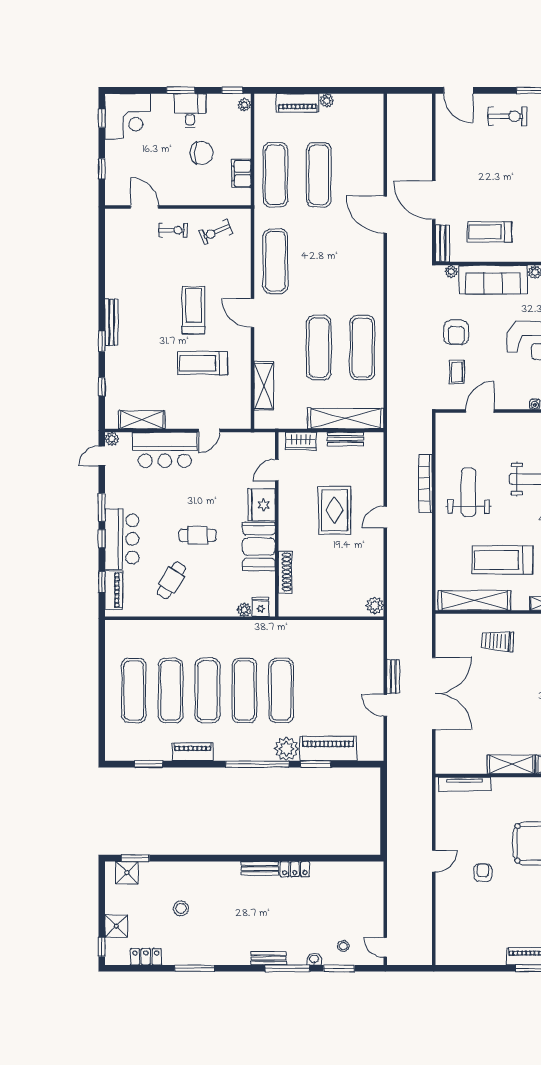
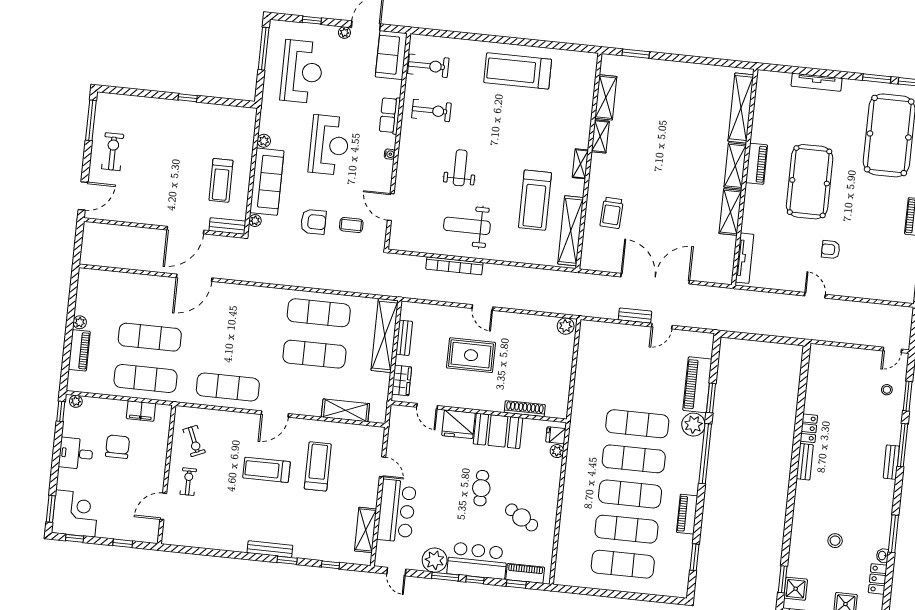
window: (181, 90) -> (51, 509), moved
treadmill: (203, 363) -> (318, 466), turned 180
plant: (112, 439) -> (435, 560), moved, width x1.88, depth x1.88
washbasin: (314, 959) -> (882, 556), moved

